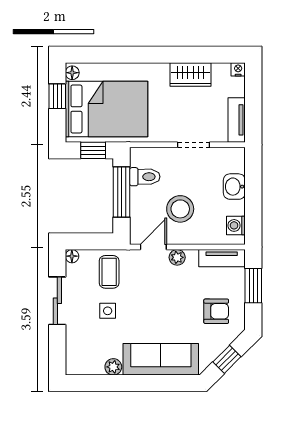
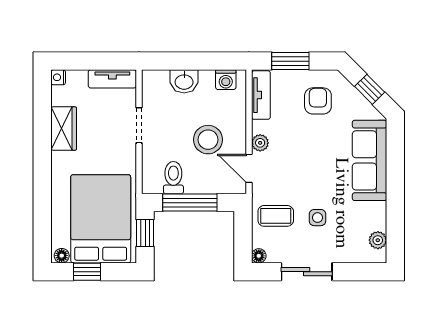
plant: (113, 367) -> (378, 240), moved

